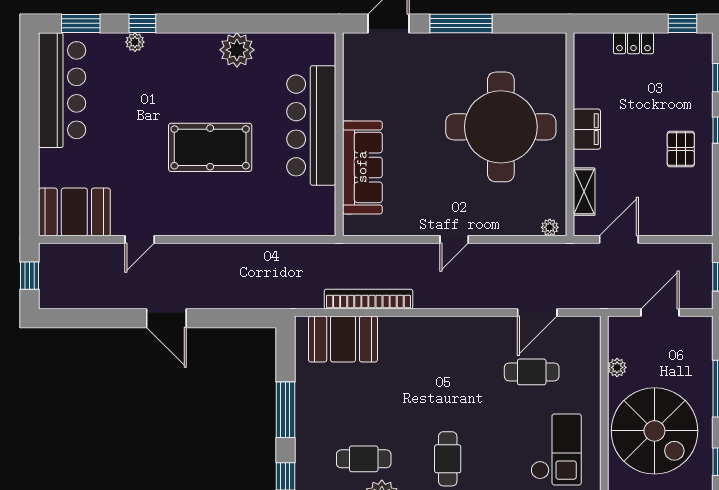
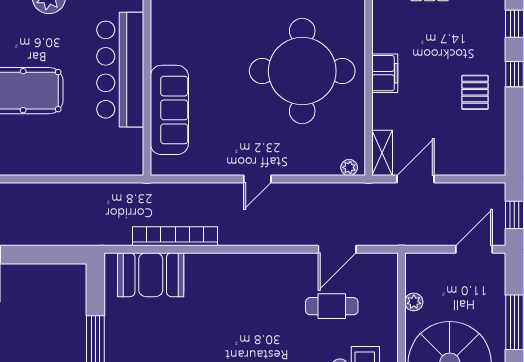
shelving: (584, 192) -> (382, 153), moved
door: (660, 313) -> (474, 249), moved

